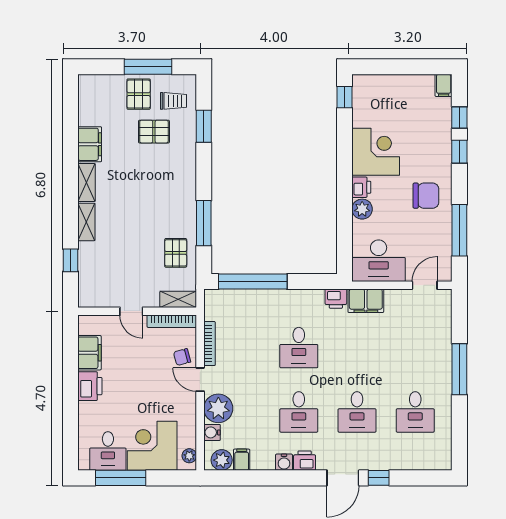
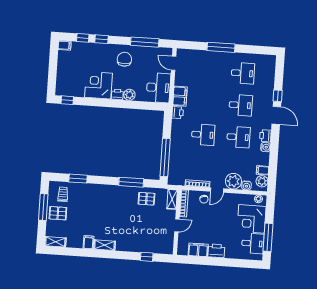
pallet: (154, 132) -> (79, 206), removed
filing cabinet: (90, 144) -> (88, 242), width x0.50
shelving: (86, 222) -> (55, 242), moved

